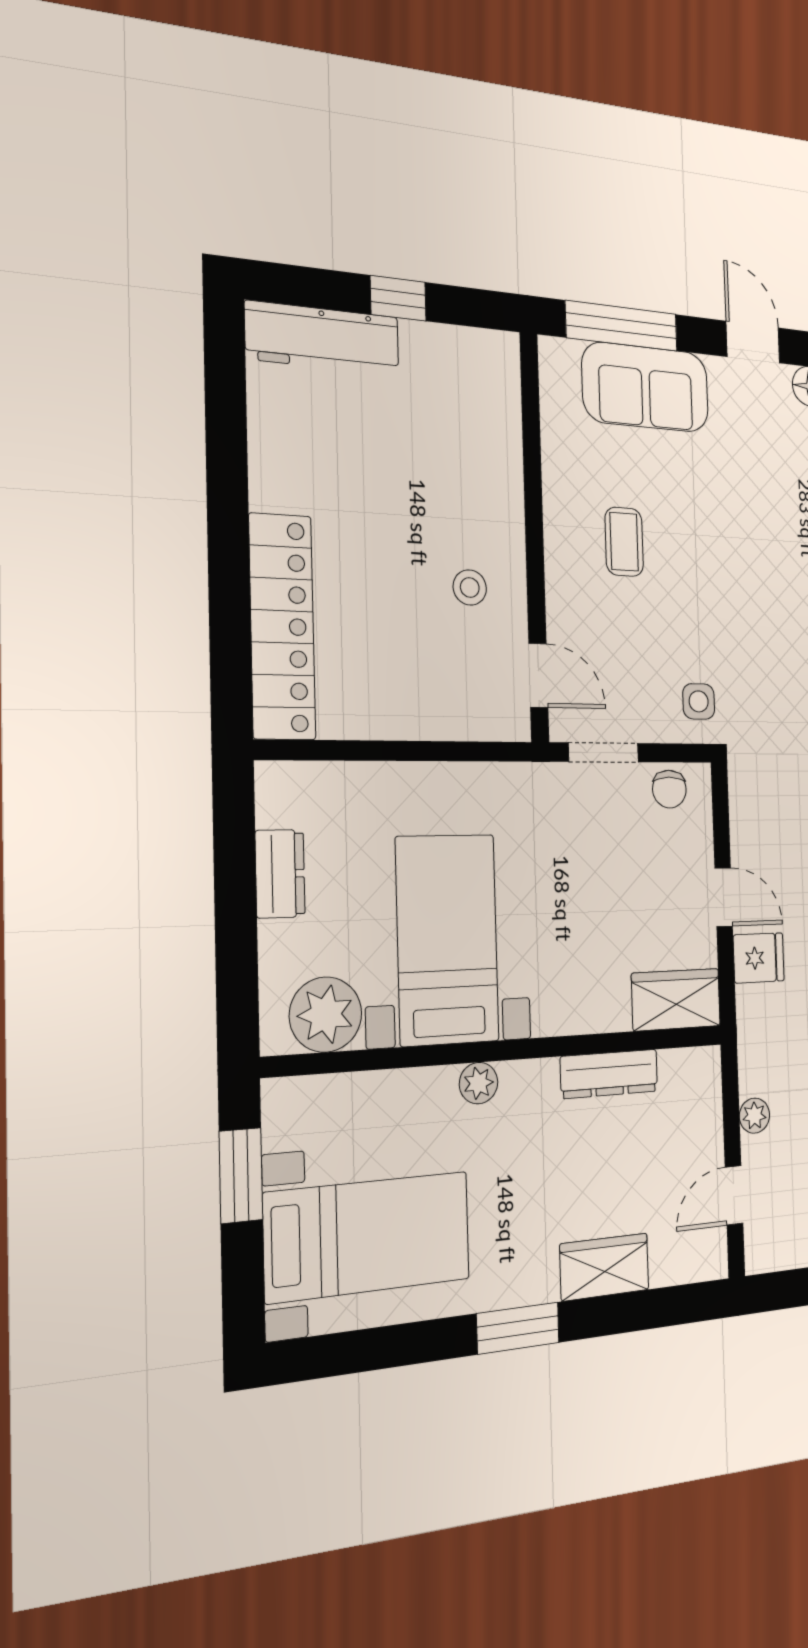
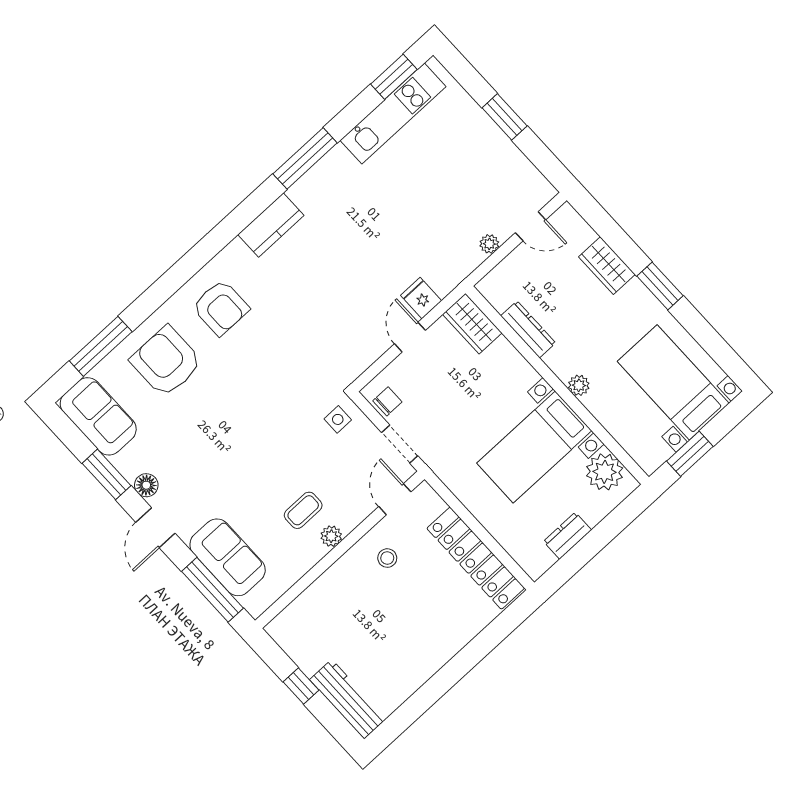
plant: (561, 544) -> (331, 536), added
locker: (282, 627) -> (476, 558), moved, turned -90

